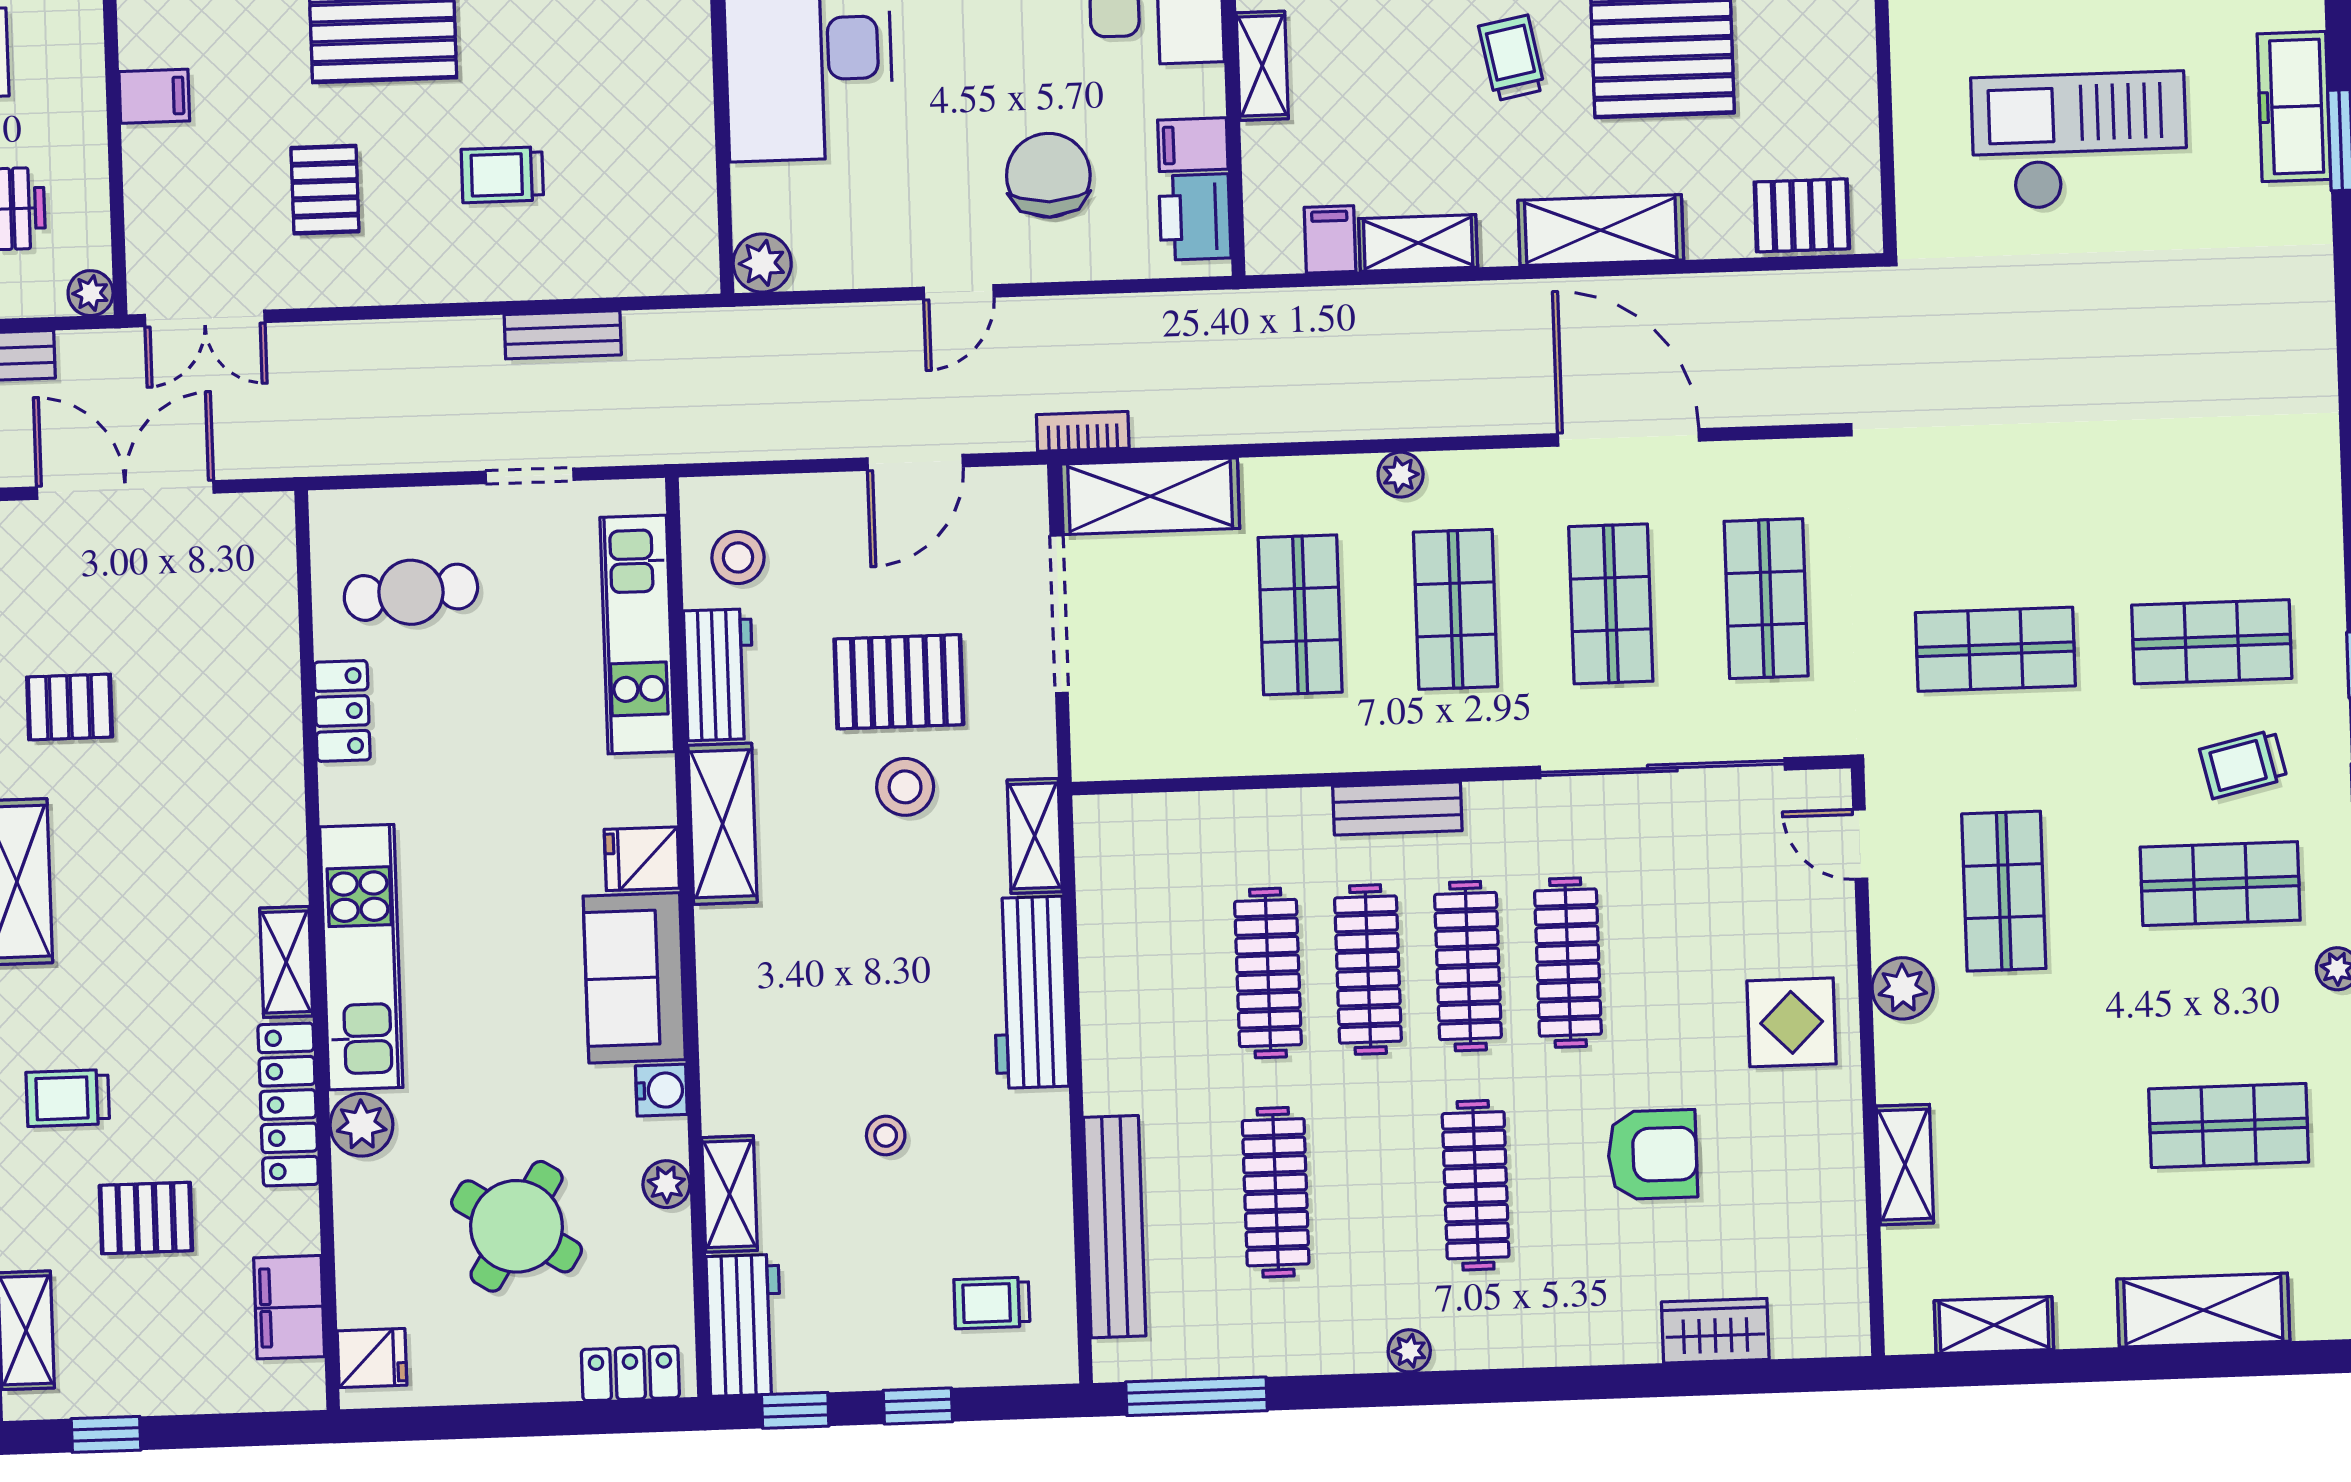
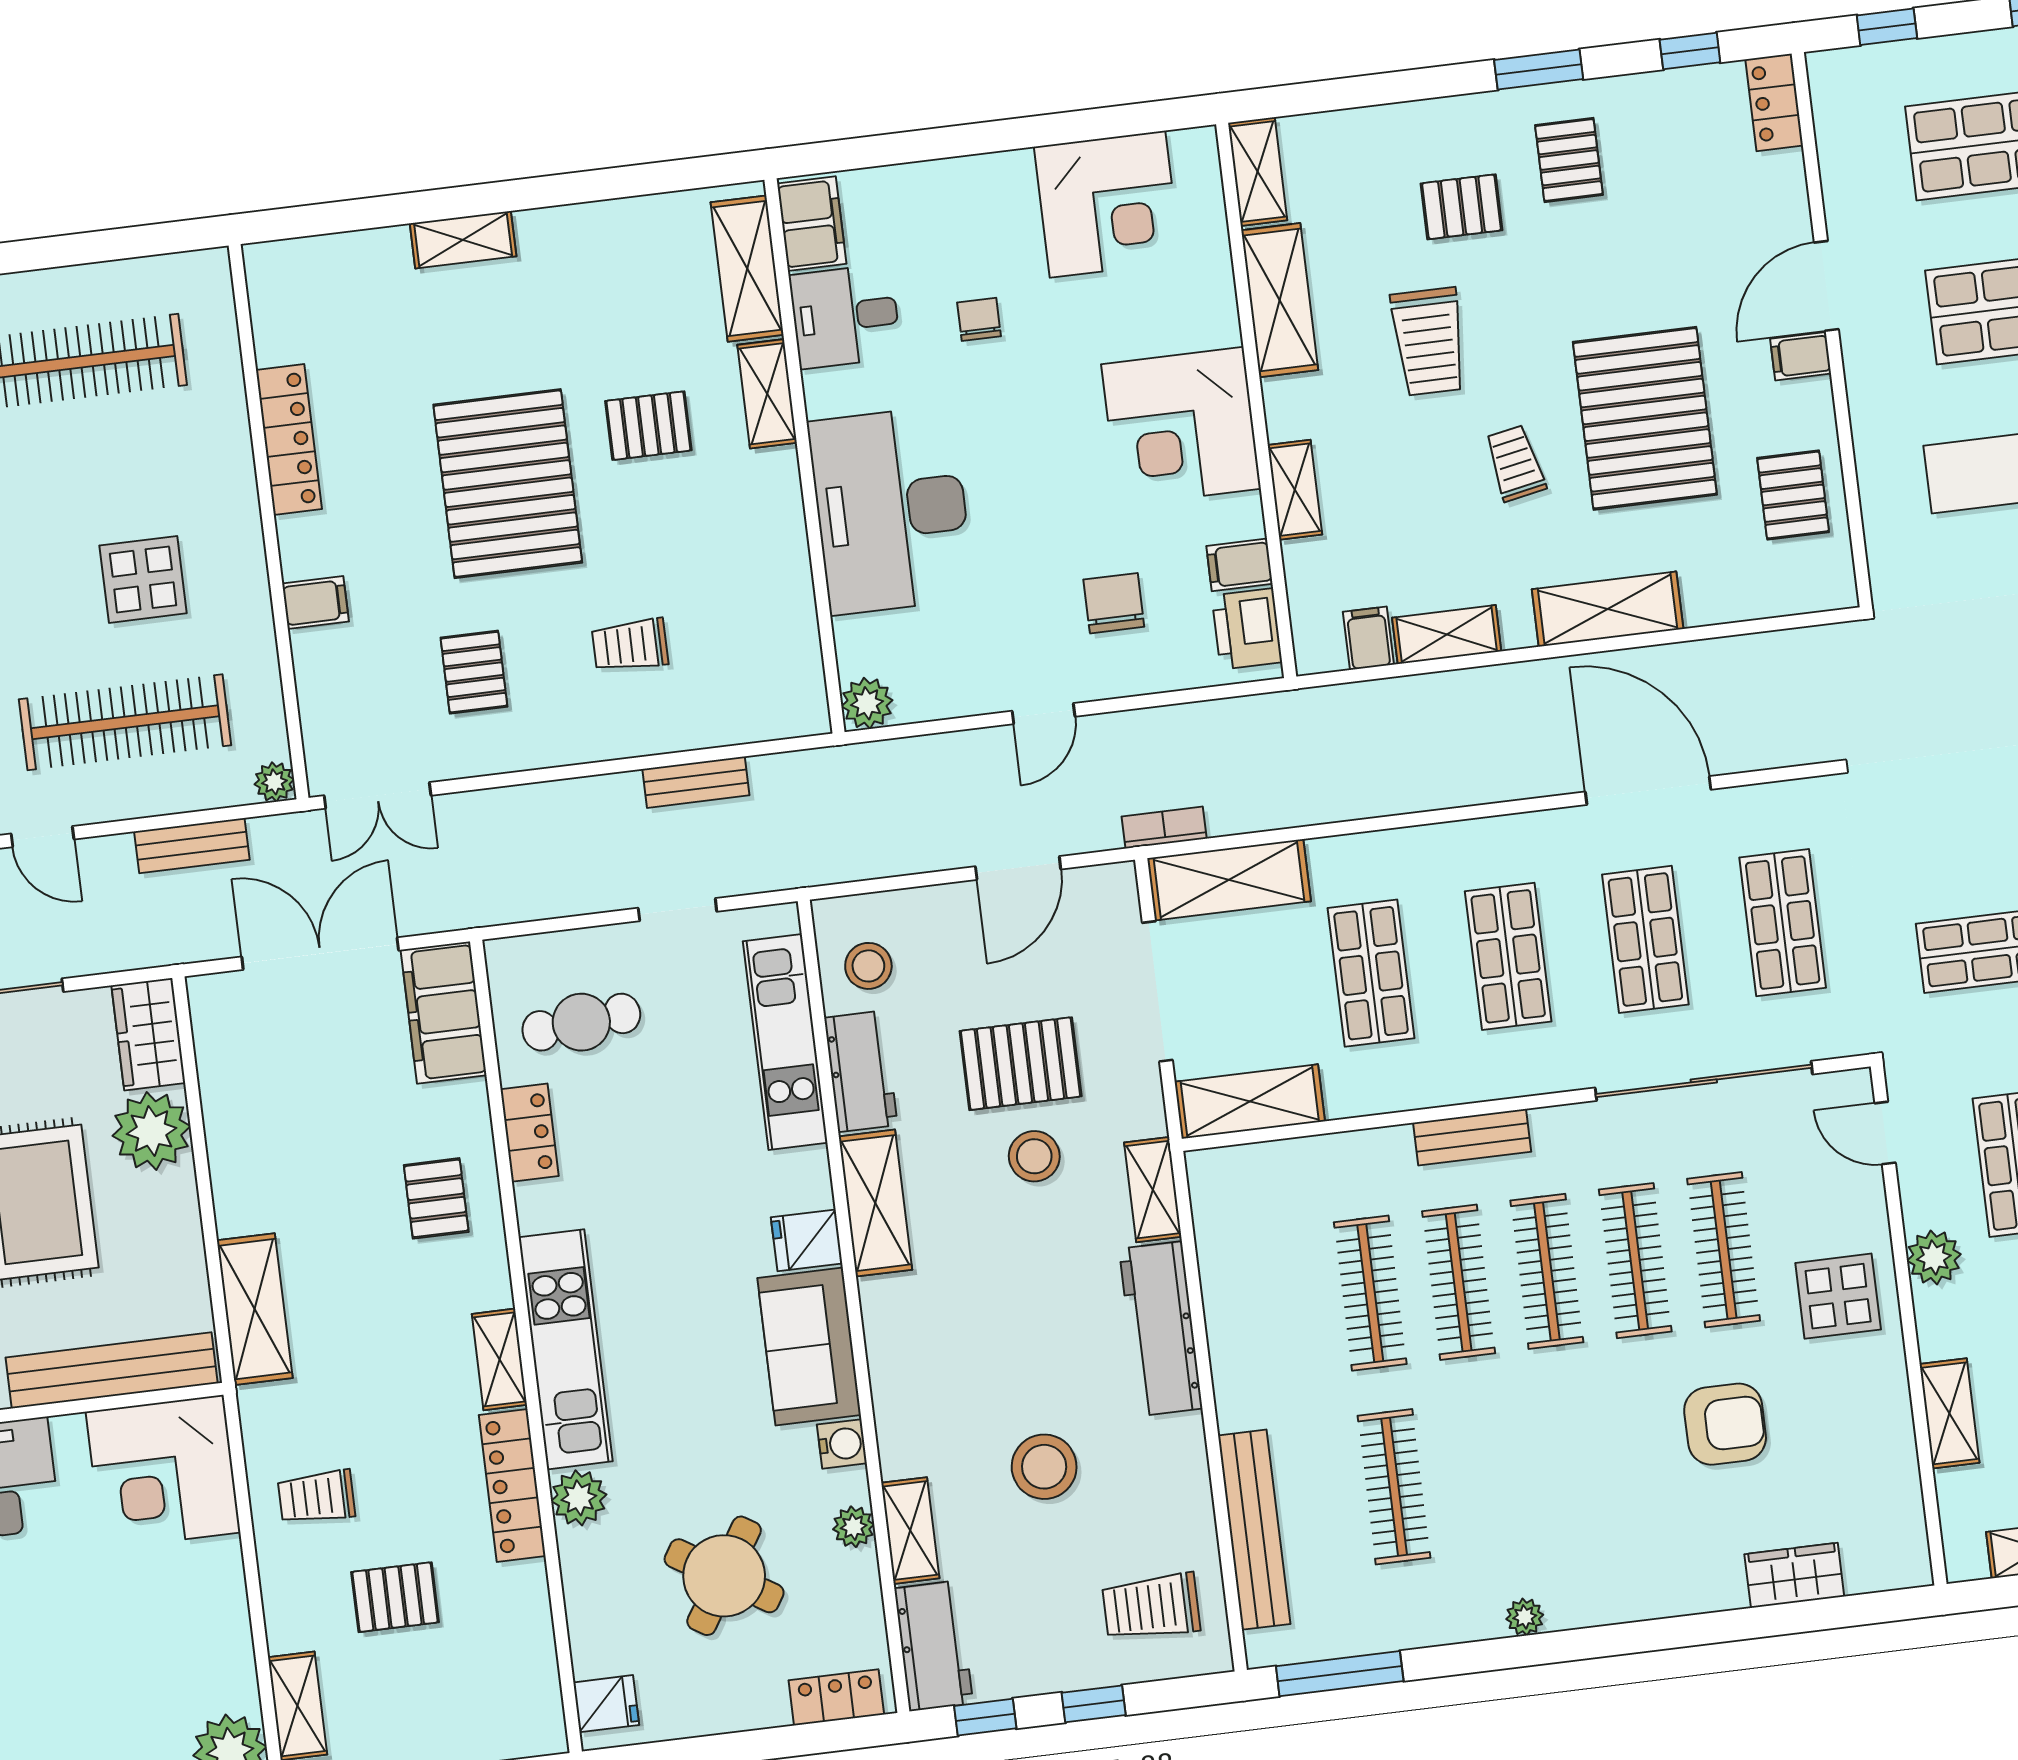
chair: (1048, 175) -> (1114, 603), width x0.73, depth x0.73
pallet: (1802, 215) -> (1793, 495), moved, turned 90
plant: (1401, 475) -> (1449, 841), removed
pallet: (70, 707) -> (436, 1198), moved, turned 90
shelving: (1152, 747) -> (1250, 1102), added
stool: (886, 1136) -> (1044, 1467), width x1.89, depth x1.89
clothes rail: (1476, 1185) -> (1724, 1250), moved
trolley: (992, 1303) -> (1151, 1607), width x1.36, depth x1.39
filing cabinet: (289, 1307) -> (444, 1013), moved, width x1.50, depth x1.17

